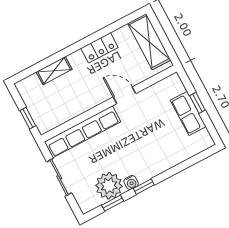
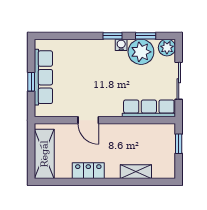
row of seats: (188, 113) -> (43, 77), width x1.48
row of seats: (83, 132) -> (149, 108), width x0.73
plant: (87, 203) -> (167, 48), added

